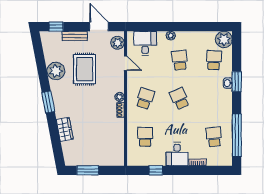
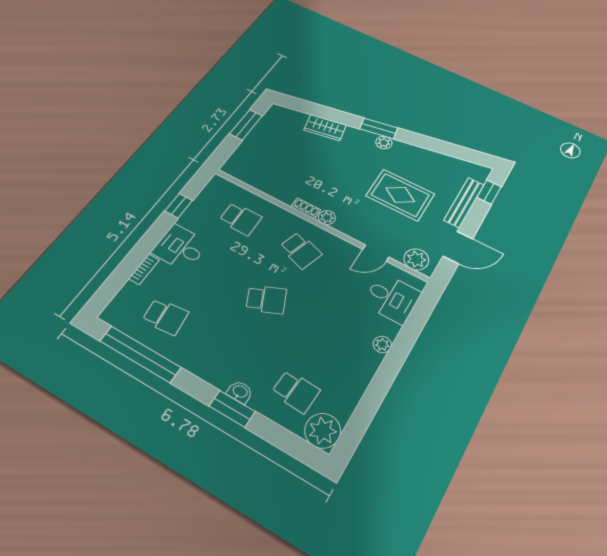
bench: (75, 36) -> (464, 202), width x1.36
school desk: (180, 60) -> (331, 335), removed
plant: (56, 71) -> (384, 143), moved, width x0.53, depth x0.53

